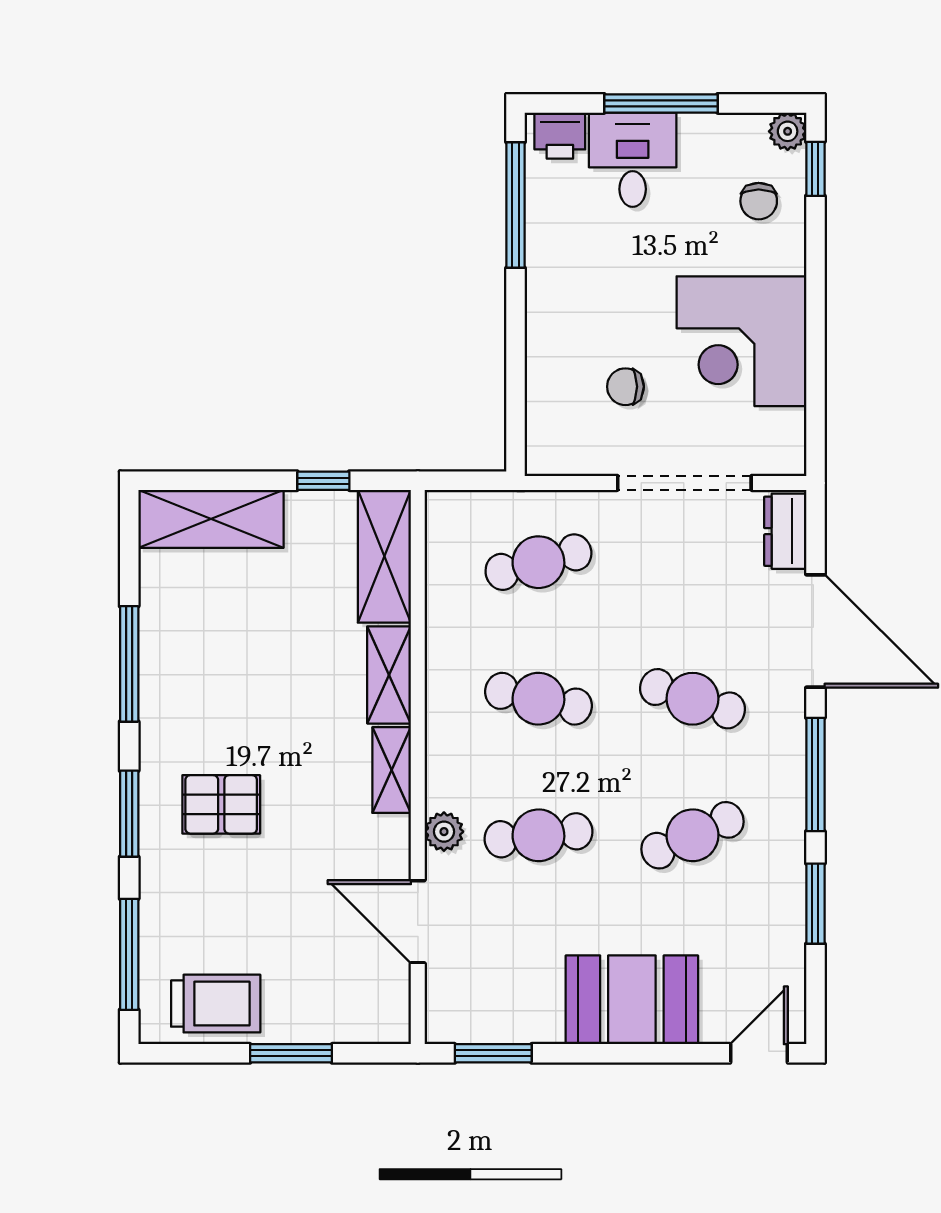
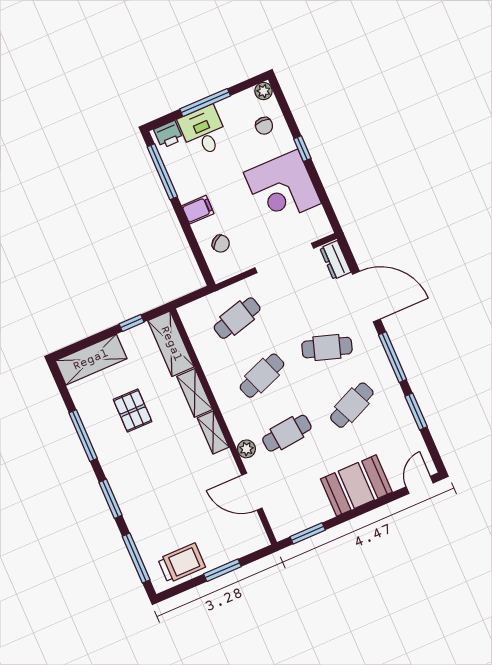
window: (815, 169) -> (302, 149), moved
filing cabinet: (554, 311) -> (198, 210), added
chair: (625, 387) -> (221, 244), moved, turned -129
cafe table: (538, 699) -> (262, 376), turned -33
pallet: (221, 804) -> (133, 411), moved, turned 90

